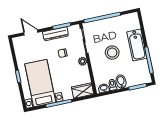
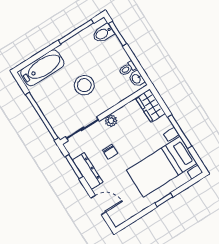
door: (31, 33) -> (98, 205), swing flipped
bathtub: (137, 45) -> (42, 68), moved
bidet: (121, 82) -> (103, 33), moved

